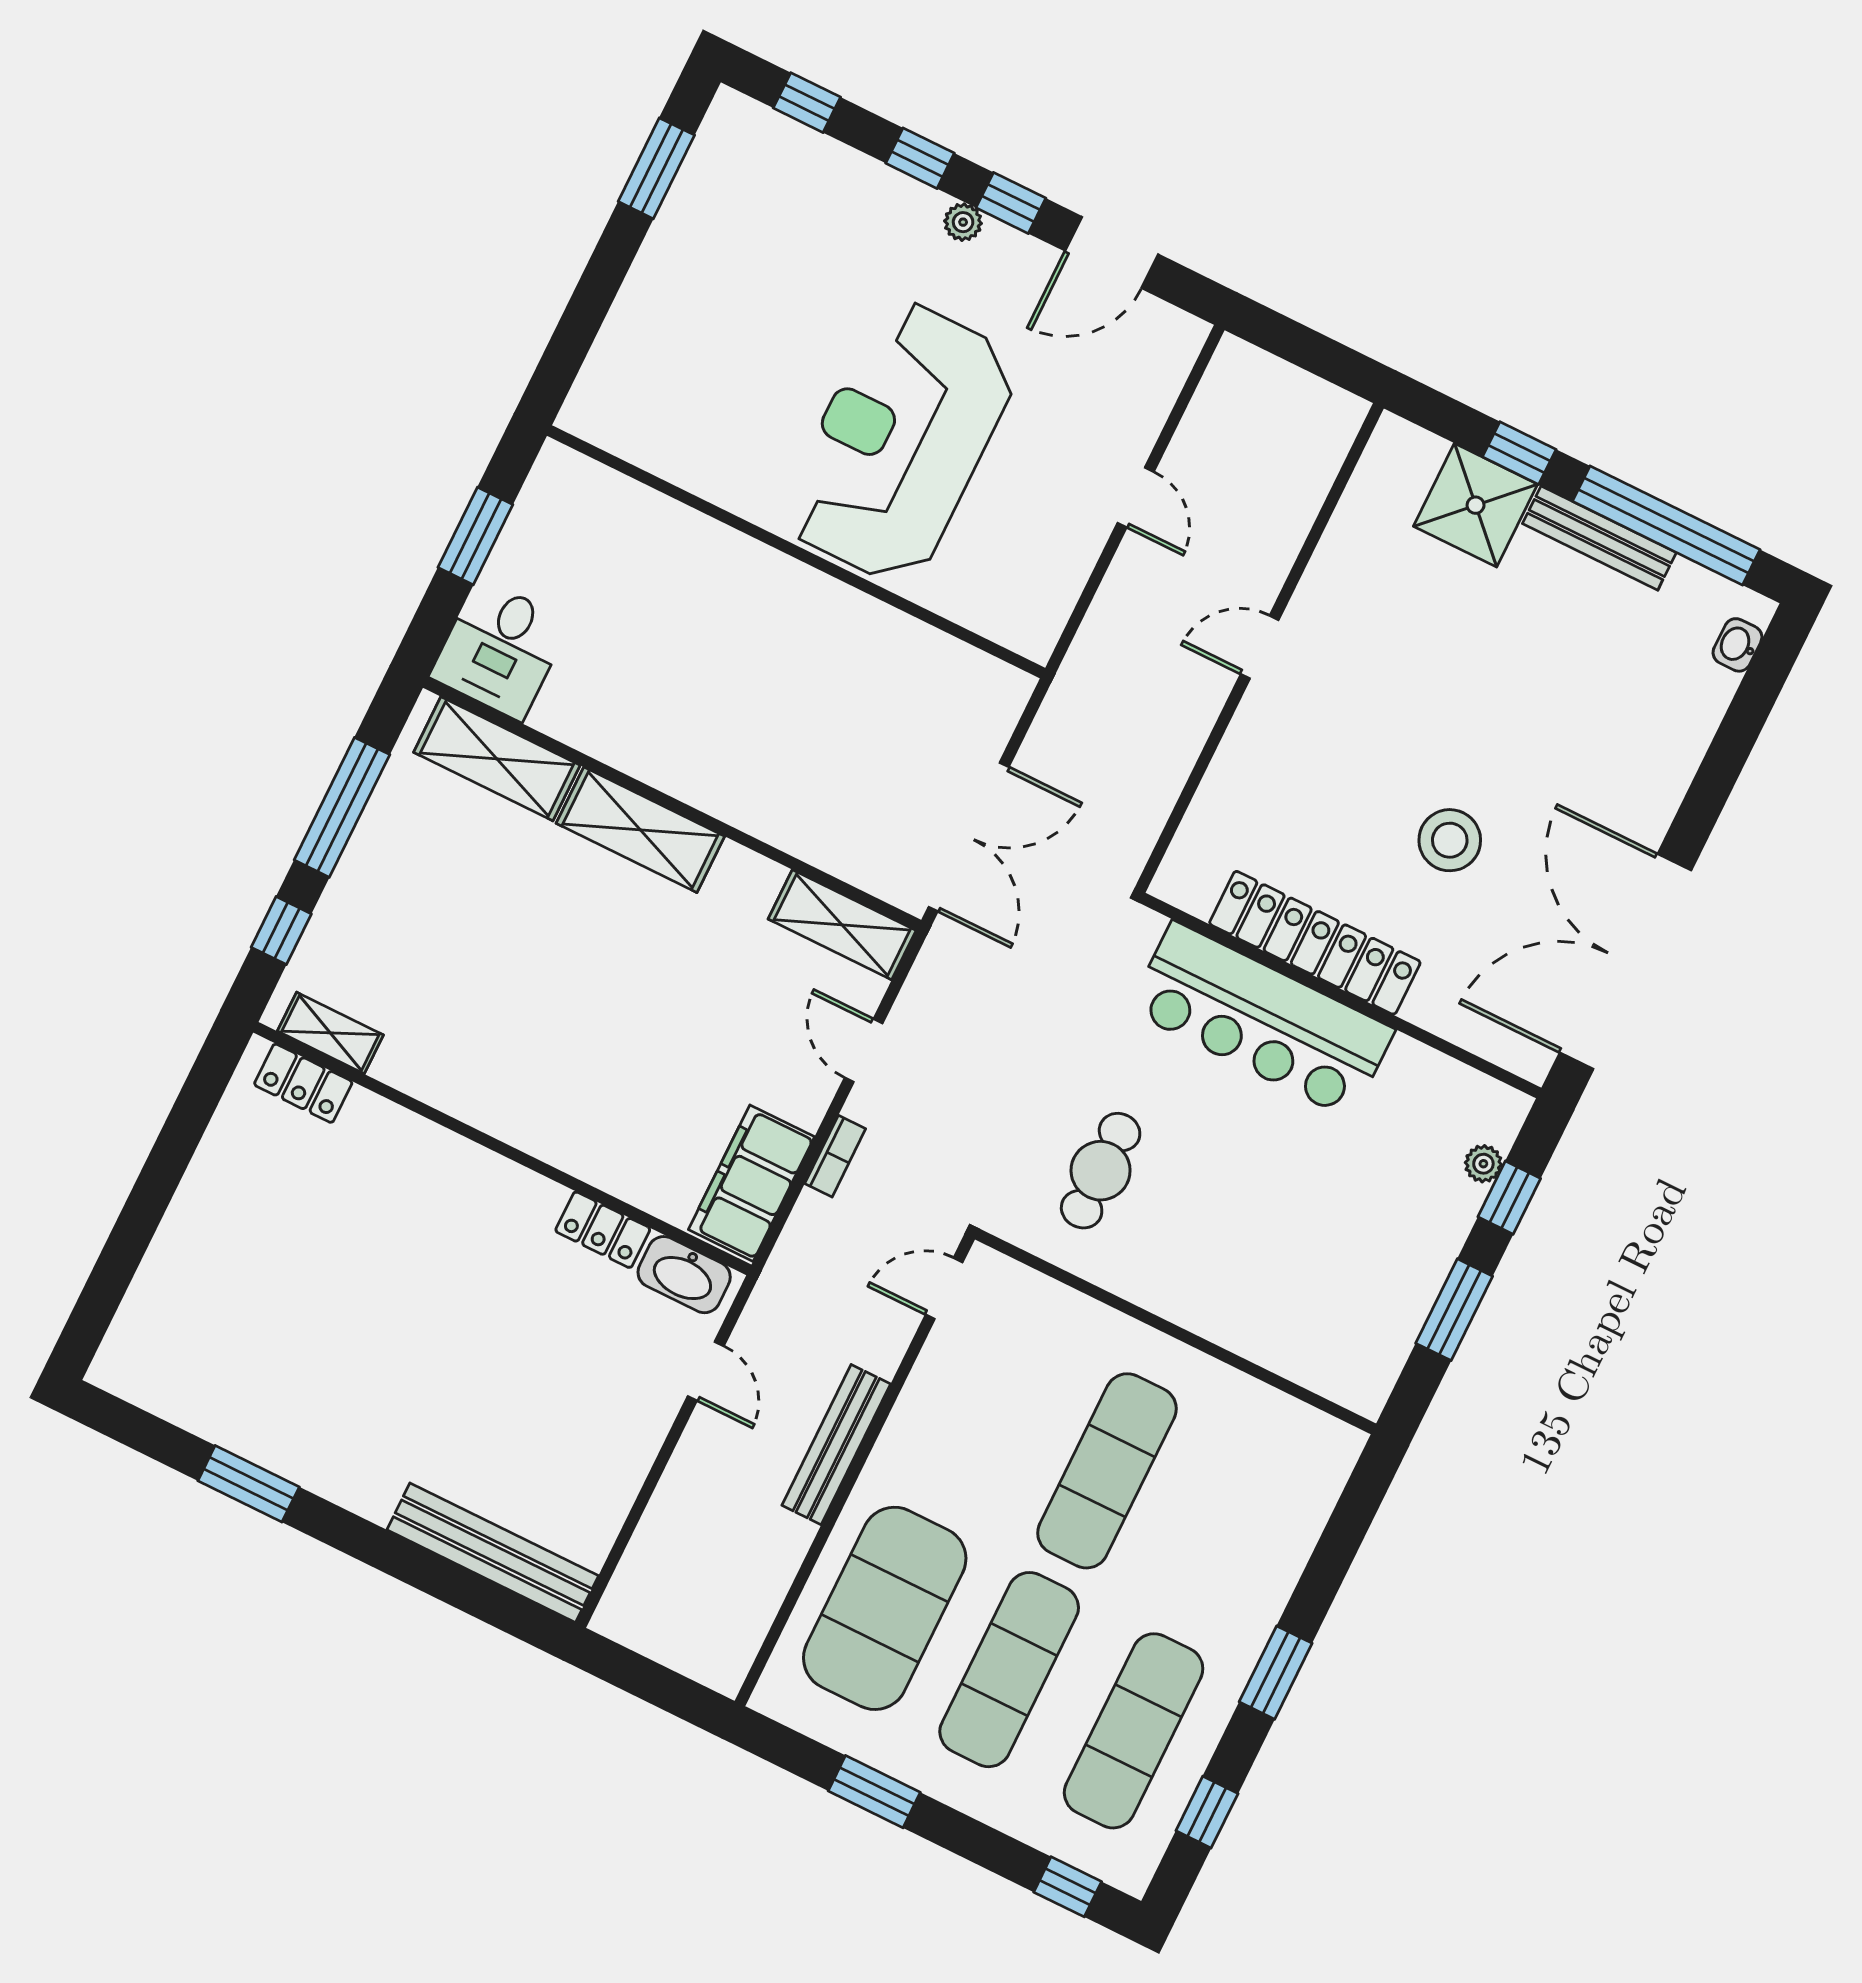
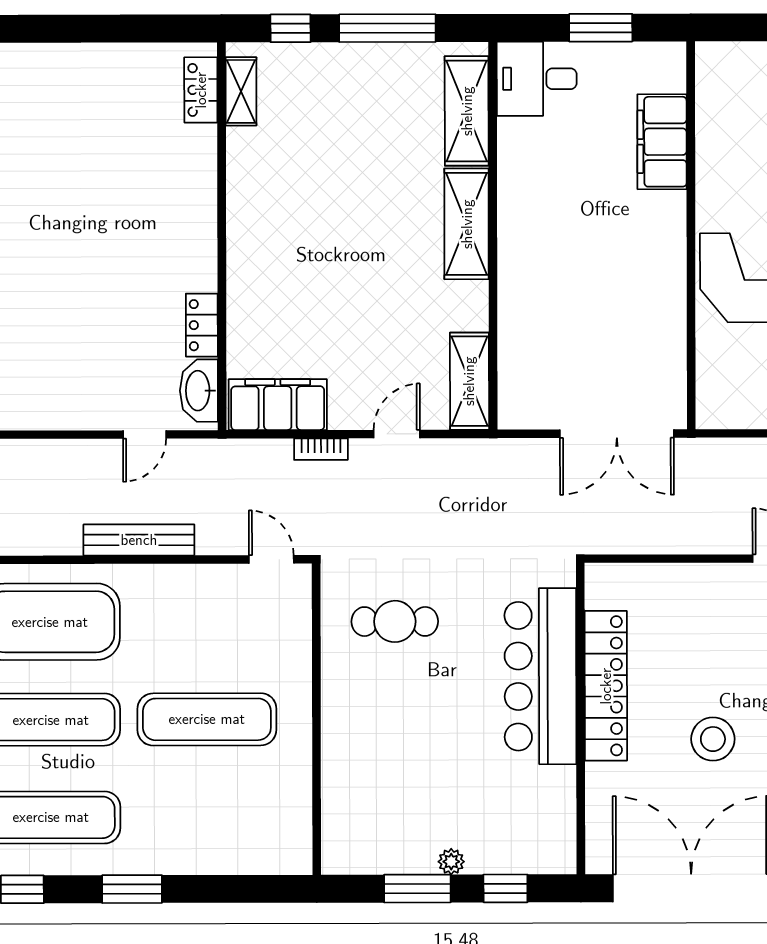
filing cabinet: (659, 530) -> (662, 142), added
double door: (969, 837) -> (617, 434), moved
plant: (1483, 1164) -> (451, 862), moved

